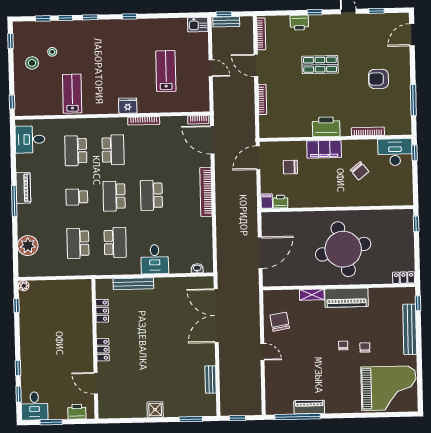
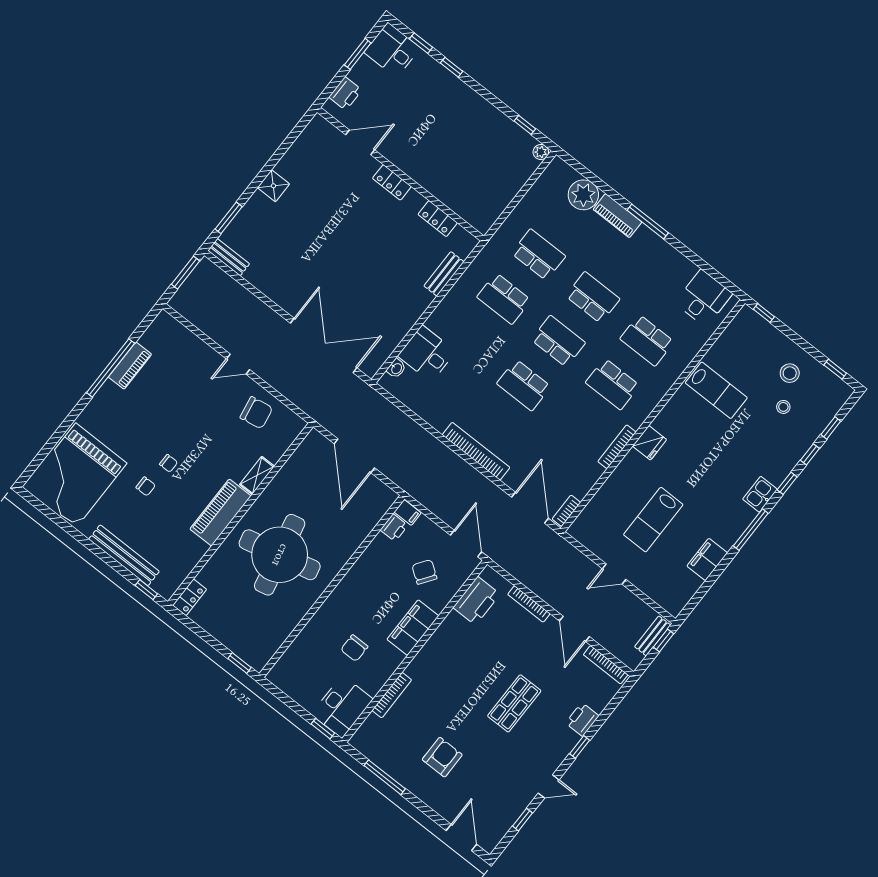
window: (129, 16) -> (751, 530), width x2.17
kitchen sink: (198, 25) -> (760, 494), moved
filing cabinet: (163, 26) -> (707, 559), added
door: (256, 65) -> (574, 629), swing flipped
lab bench: (166, 71) -> (653, 520), turned 90
printer: (326, 127) -> (477, 601), moved
door: (212, 140) -> (530, 508), hinge flipped
school desk: (76, 151) -> (647, 340), turned 180
chair: (290, 167) -> (424, 572), turned -55
chair: (360, 171) -> (354, 648), turned -51
piano: (23, 188) -> (617, 216), moved
school desk: (151, 195) -> (524, 385), turned 180
school desk: (77, 197) -> (593, 297), width x1.85
desk: (155, 259) -> (427, 354), moved
bench: (133, 284) -> (444, 274), width x0.73
bench: (211, 379) -> (229, 257), moved
window: (298, 417) -> (111, 368), moved
window: (237, 418) -> (186, 273), width x1.50

